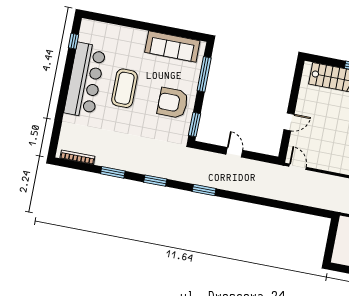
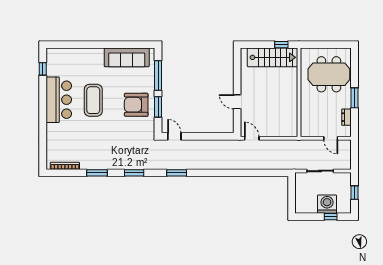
bar counter: (85, 80) -> (59, 100), width x0.73
door: (289, 122) -> (237, 102), swing flipped
window: (194, 125) -> (158, 107), moved
door: (234, 152) -> (174, 136), moved

